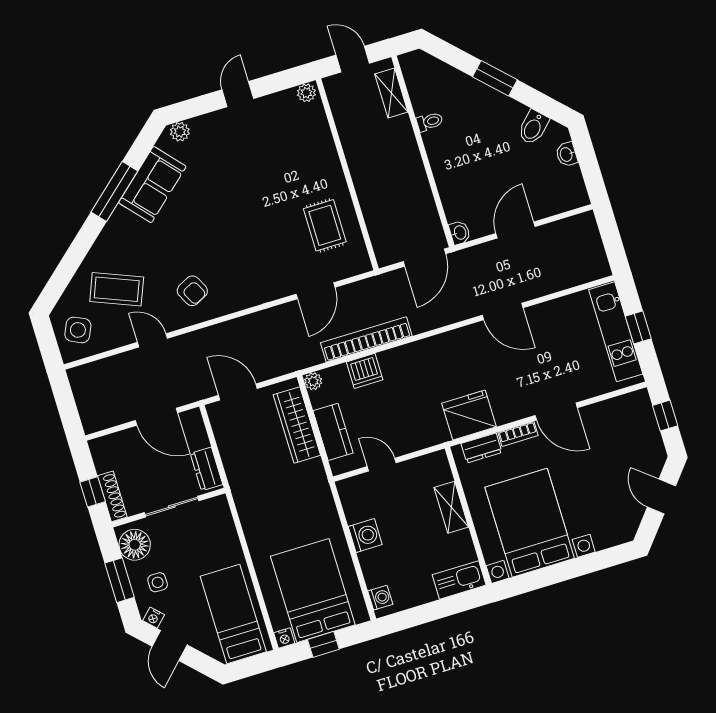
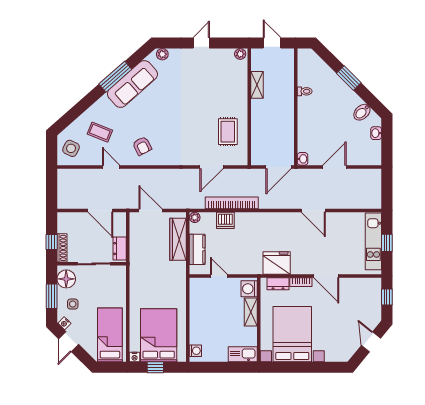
shelving: (391, 93) -> (257, 85), moved
sofa: (152, 185) -> (132, 84), width x1.36
coffee table: (117, 289) -> (100, 132), width x0.73, depth x0.77
washing machine: (365, 536) -> (249, 289), moved, turned 180

